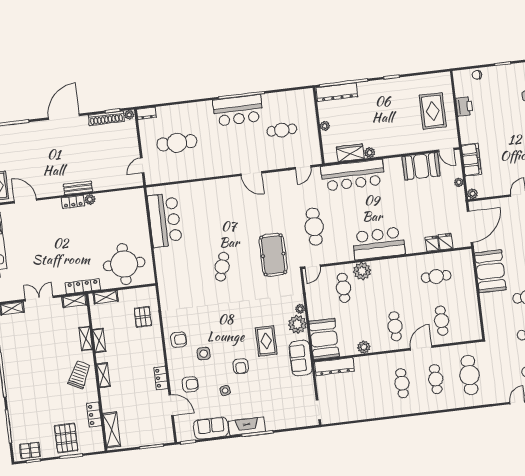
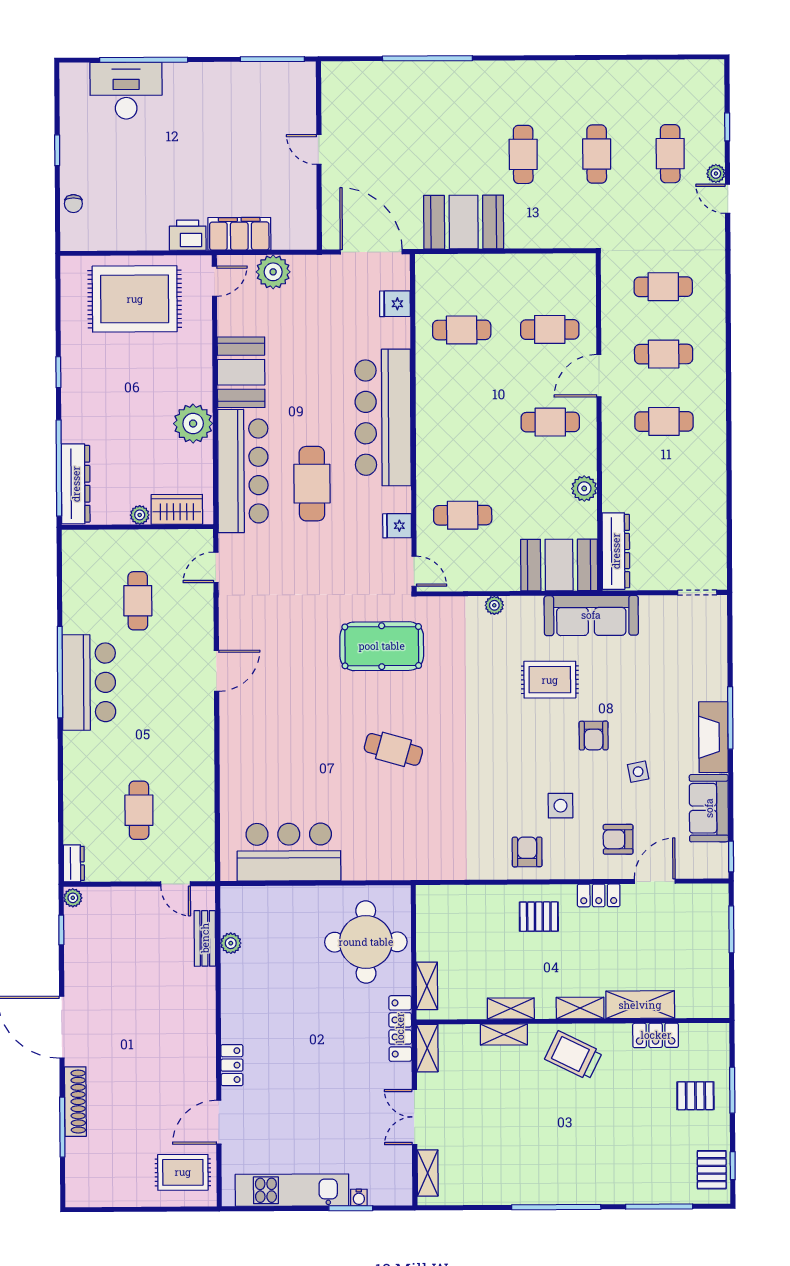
printer: (464, 106) -> (188, 235), moved
rug: (433, 111) -> (135, 299), width x1.37, depth x1.44
shoe rack: (106, 118) -> (75, 1102), moved
cafe table: (177, 143) -> (139, 810), width x0.73, depth x0.74
wardrobe: (350, 153) -> (177, 509), moved, turned 90
plant: (370, 153) -> (193, 424), width x1.87, depth x1.87
booth: (421, 166) -> (241, 372), moved
door: (303, 167) -> (216, 567), swing flipped
plant: (459, 182) -> (273, 272), width x1.87, depth x1.87
bench: (78, 188) -> (205, 938), moved
plant: (472, 194) -> (307, 239), removed
plant: (90, 200) -> (231, 943), moved
locker: (73, 202) -> (232, 1065), moved
cafe table: (314, 227) -> (312, 484), moved, turned 90
bar counter: (379, 243) -> (383, 418), width x1.36
fridge: (432, 244) -> (397, 526), moved
plant: (362, 271) -> (434, 475), removed
cafe table: (436, 277) -> (462, 330), turned 90
pallet: (143, 317) -> (539, 917), moved
plant: (297, 324) -> (524, 614), removed
door: (421, 348) -> (599, 376), hinge flipped
sofa: (301, 358) -> (591, 615), width x1.36
armchair: (241, 366) -> (594, 736), turned 90
cafe table: (469, 375) -> (663, 287), width x0.73, depth x0.74
armchair: (190, 384) -> (618, 839), turned -90
shelving: (112, 430) -> (640, 1005), moved
pallet: (66, 438) -> (695, 1096), width x0.67, depth x0.71

